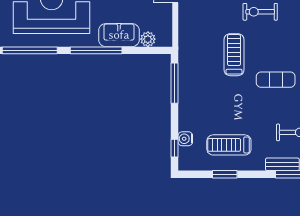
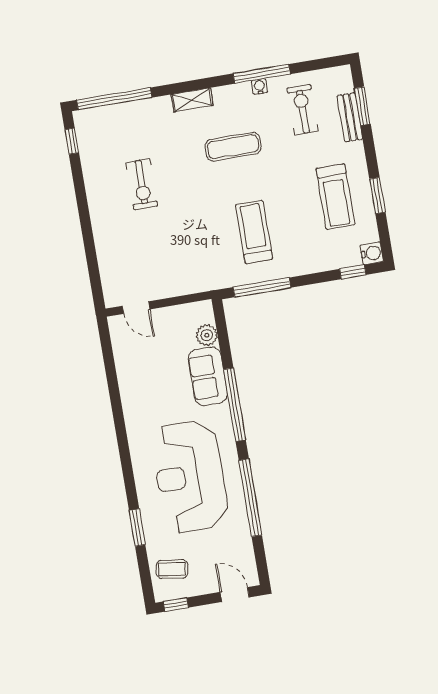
treadmill: (234, 55) -> (254, 232), moved, turned 90
exercise mat: (276, 80) -> (233, 147), turned 90
water cooler: (185, 139) -> (372, 253), moved, turned -90

